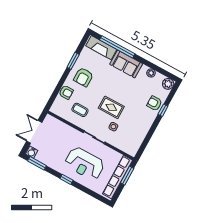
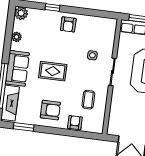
window: (73, 61) -> (24, 127), moved
armchair: (154, 103) -> (68, 24), moved
rug: (111, 107) -> (53, 71), moved, turned 90

